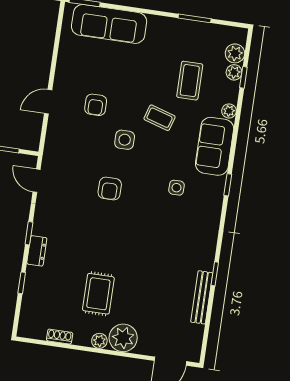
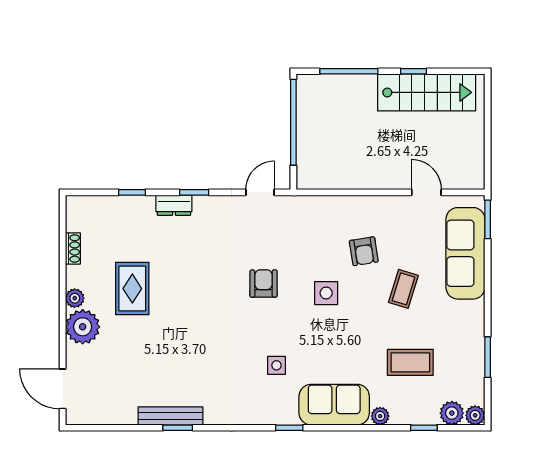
plant: (234, 72) -> (475, 415), moved
door: (48, 102) -> (426, 192), moved
armchair: (96, 105) -> (364, 251), turned -99
coffee table: (160, 118) -> (403, 289), moved
armchair: (110, 189) -> (264, 284), turned 90
rug: (98, 294) -> (132, 289), turned 90
bench: (202, 297) -> (170, 416), moved

